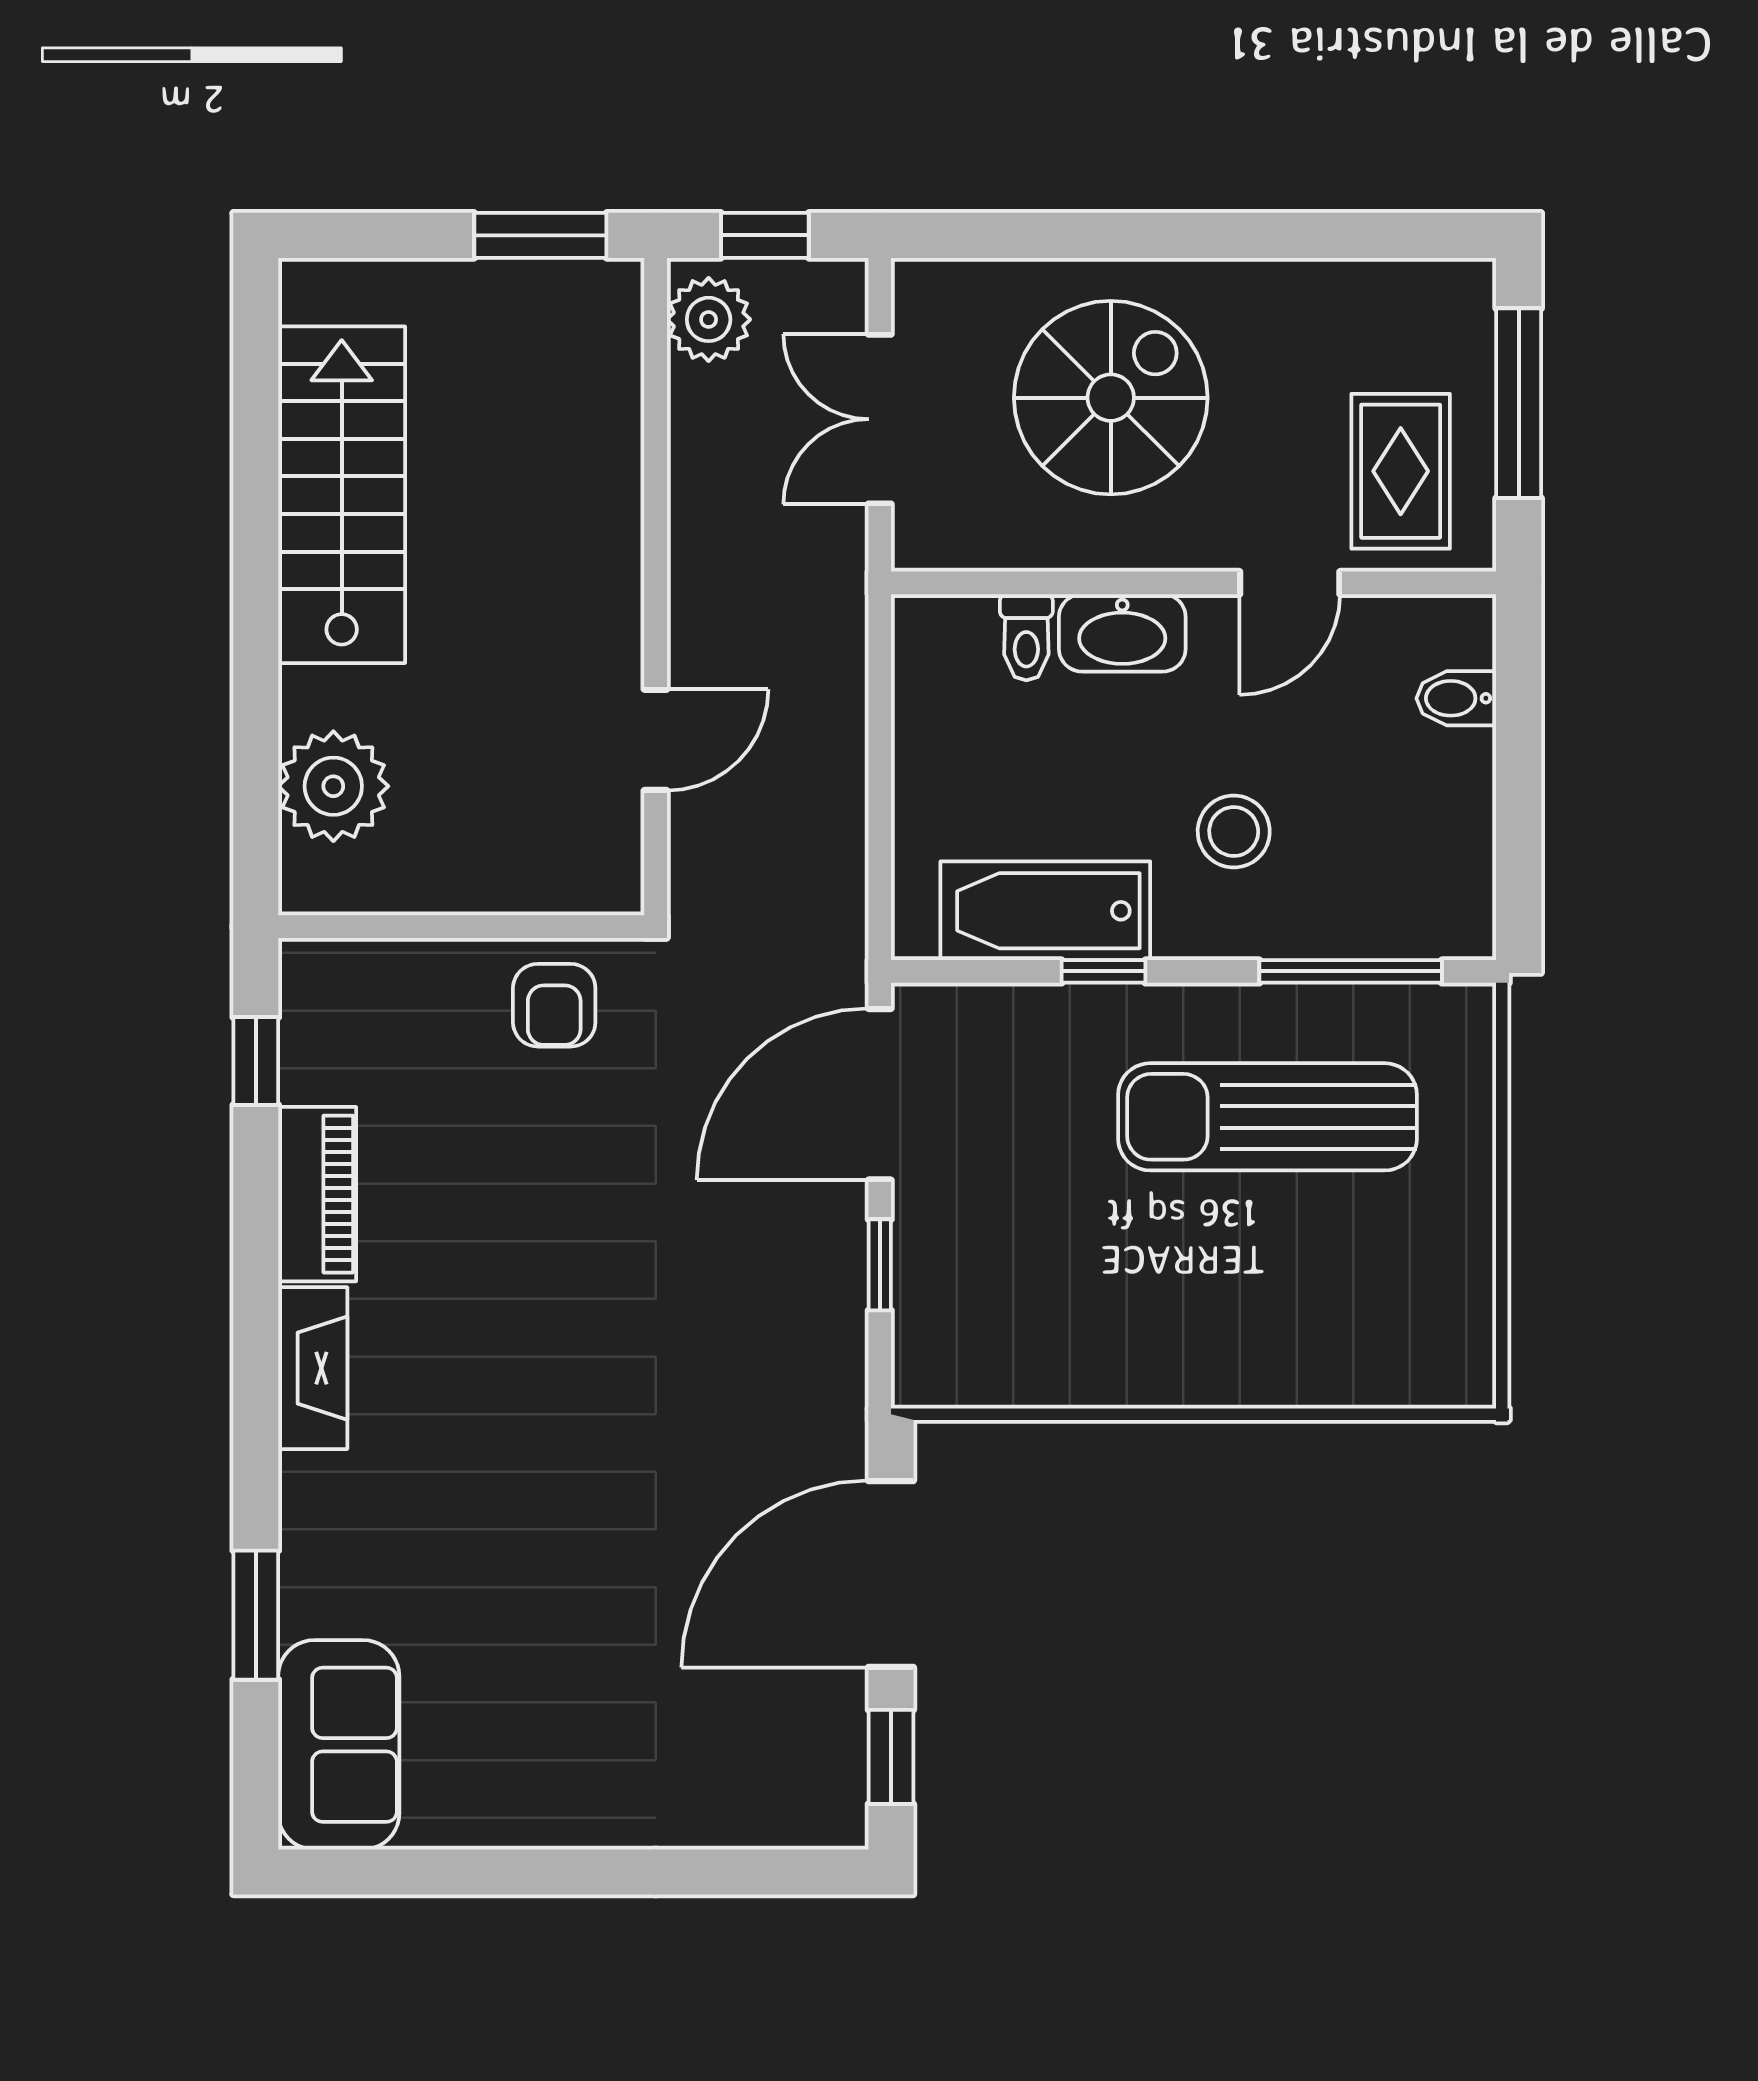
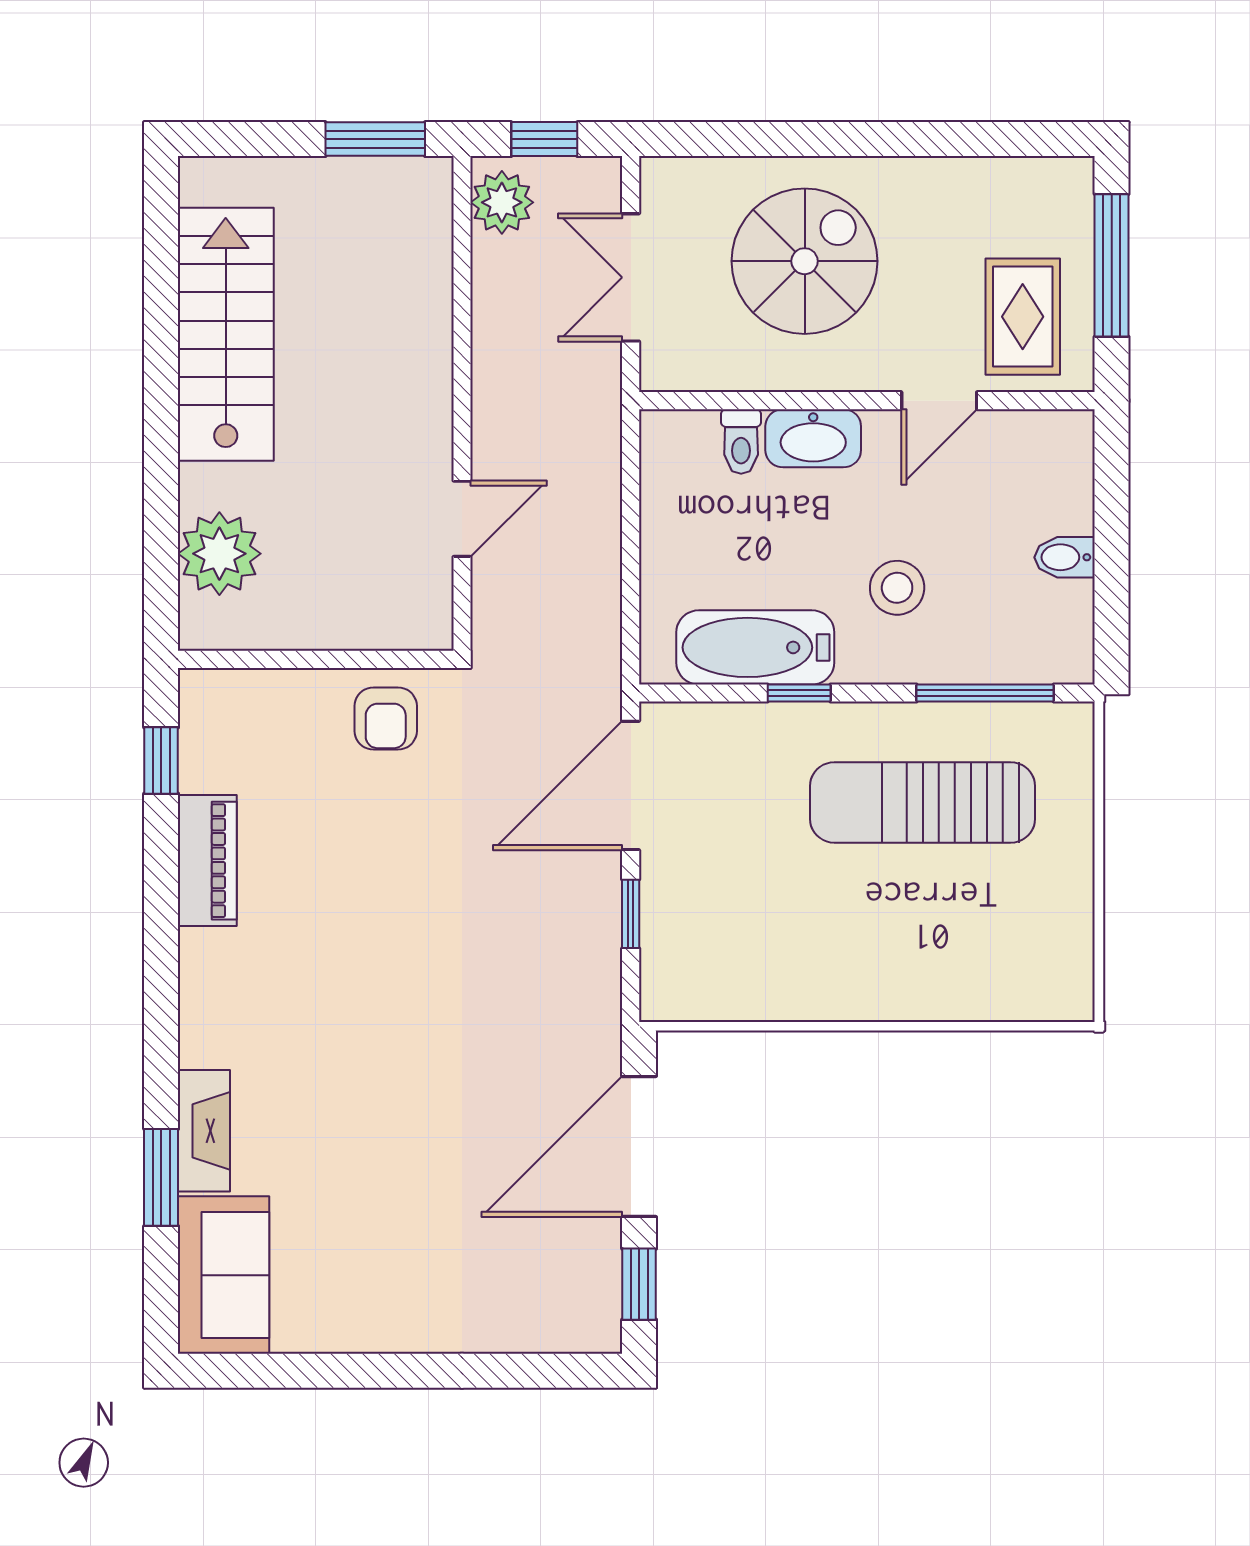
bidet: (1456, 698) -> (1065, 557), moved
fireplace: (313, 1368) -> (204, 1131), moved

